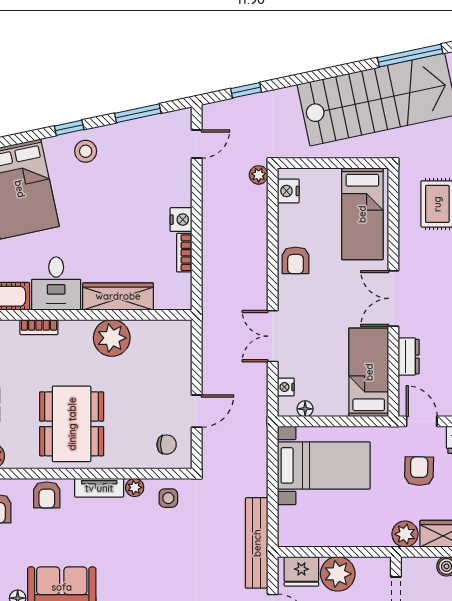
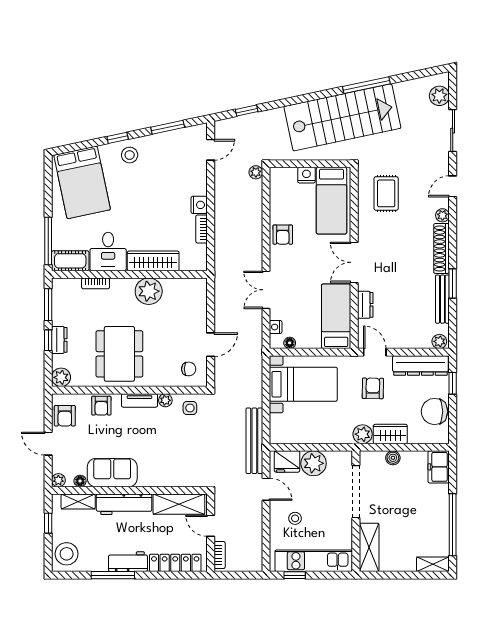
nightstand: (288, 191) -> (306, 175), moved, turned 90

